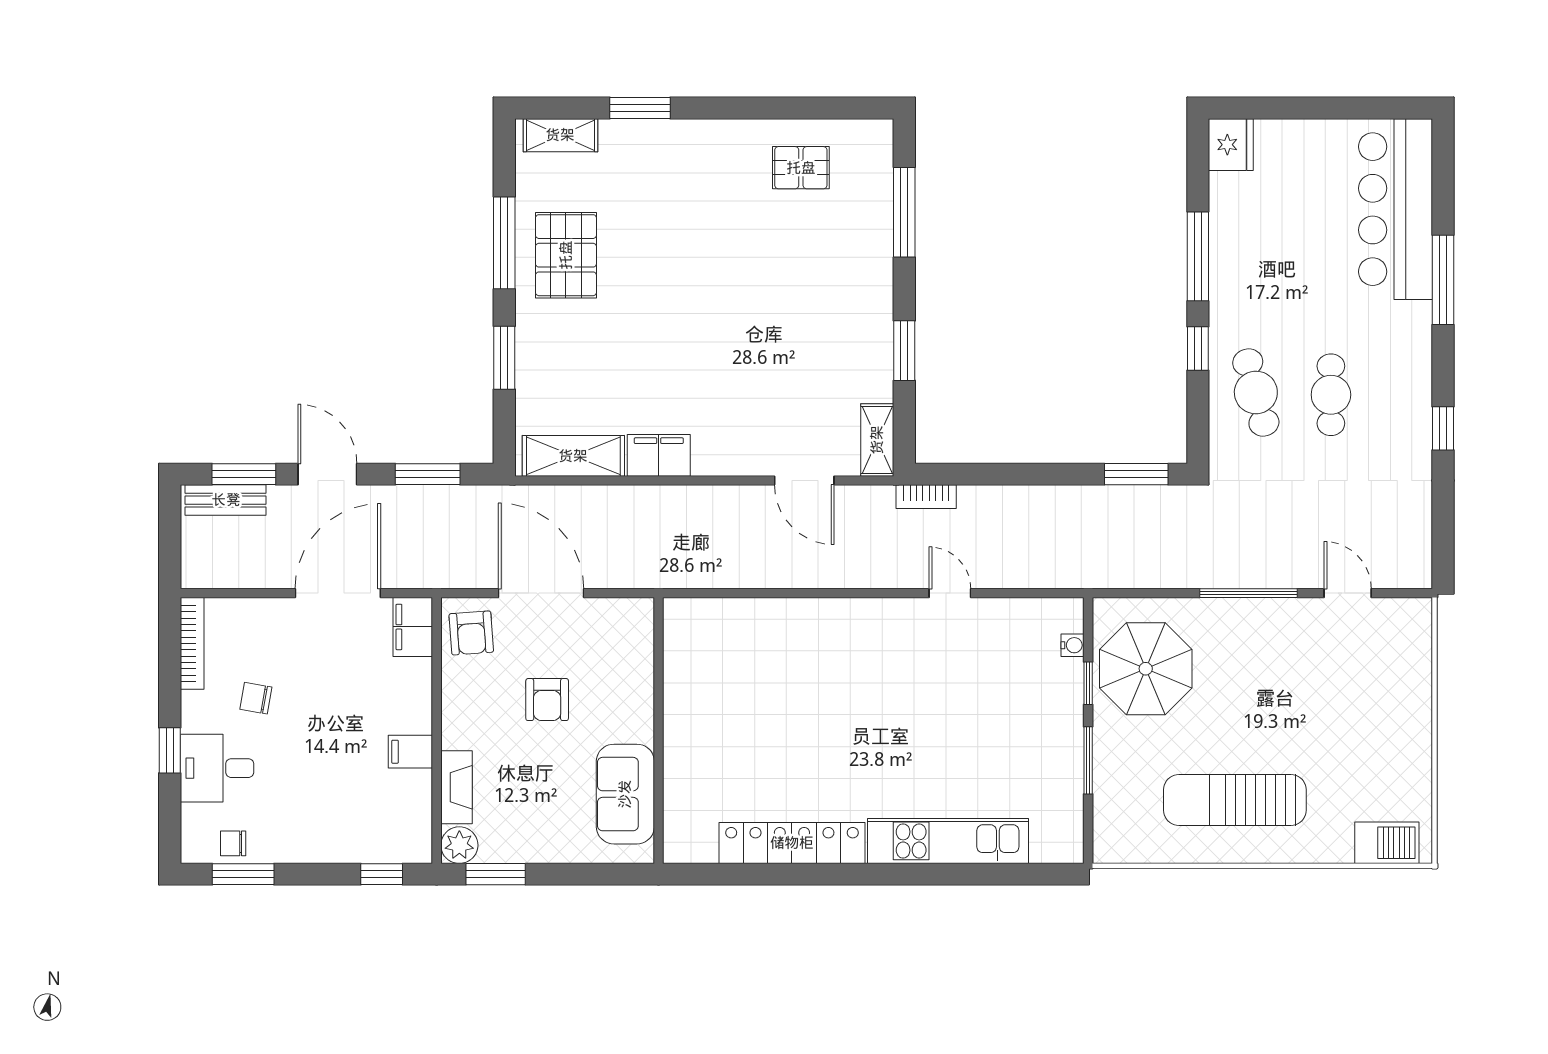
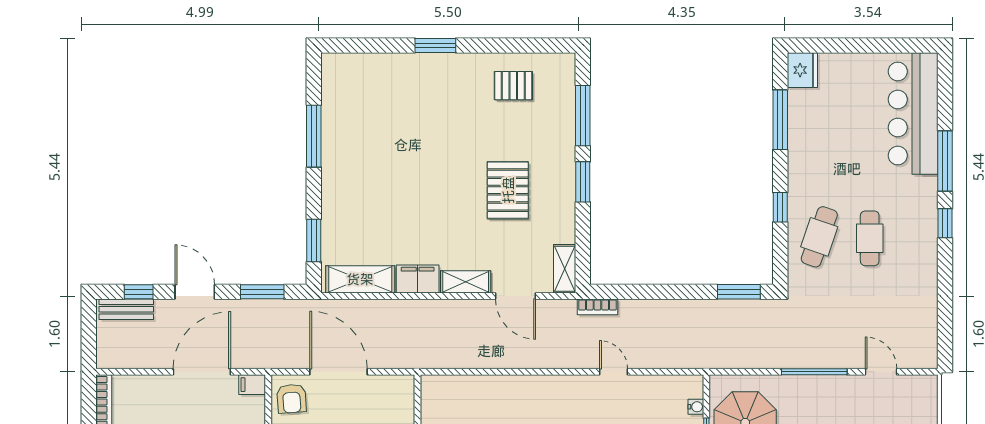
window: (640, 108) -> (435, 45), moved
shelving: (560, 135) -> (466, 282), moved
pallet: (566, 255) -> (508, 190), moved
window: (1198, 256) -> (780, 120), moved
window: (904, 351) -> (583, 182), moved
window: (504, 358) -> (314, 240), moved
cafe table: (1256, 392) -> (819, 237), turned 34
window: (1443, 428) -> (945, 223), moved
window: (244, 474) -> (139, 292), width x0.67
filing cabinet: (413, 627) -> (252, 385), width x0.50

